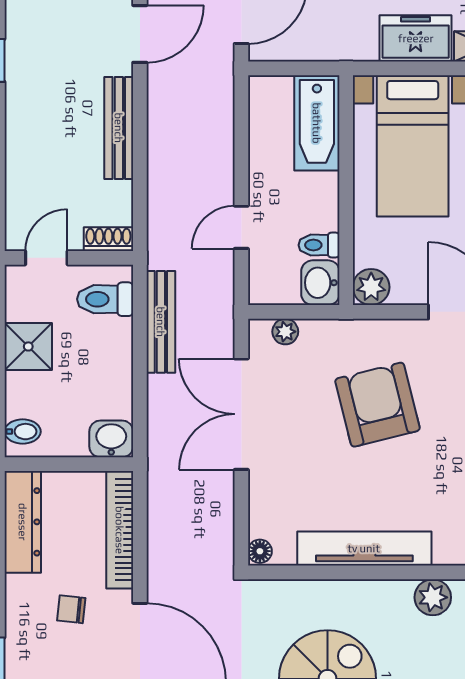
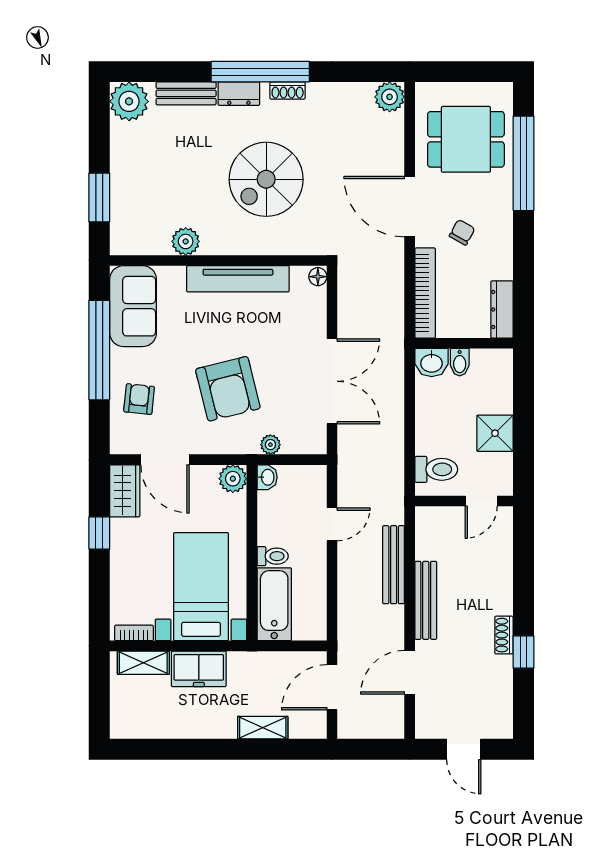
shoe rack: (108, 239) -> (504, 635), moved, turned 90
toilet: (319, 245) -> (273, 556), moved
washbasin: (320, 283) -> (267, 477), width x0.72, depth x0.69
bench: (161, 322) -> (394, 565), moved
plant: (285, 332) -> (270, 445), moved
bidet: (23, 432) -> (460, 362), moved, turned -90
dresser: (23, 522) -> (502, 309), width x0.73, depth x0.80
chair: (71, 609) -> (462, 232), turned -67

